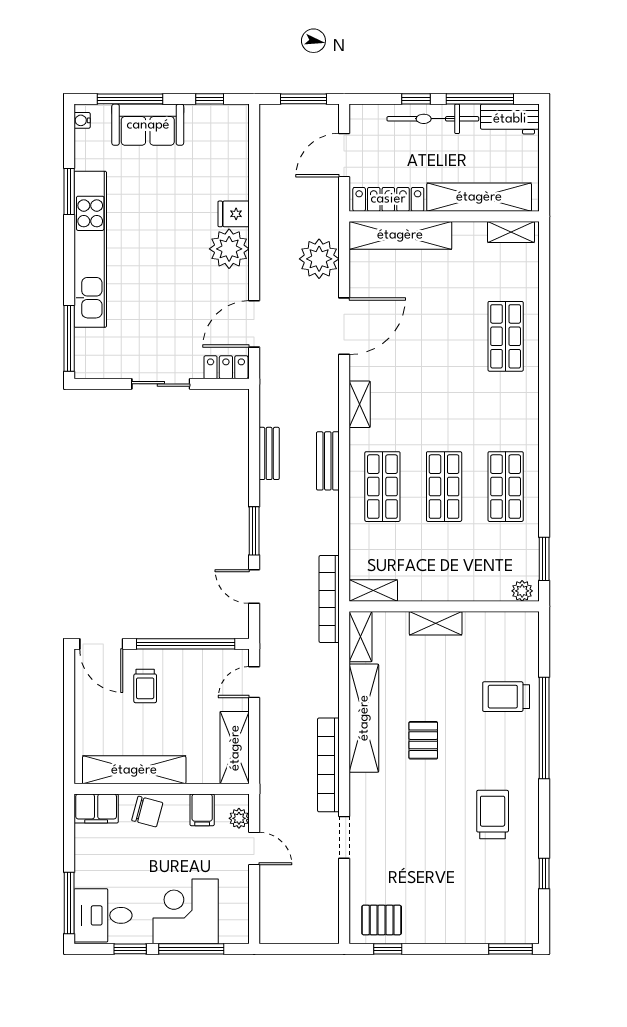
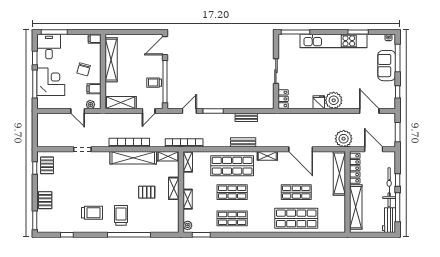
fridge: (234, 214) -> (319, 102), moved
shelving: (511, 232) -> (188, 199), moved
plant: (319, 259) -> (344, 139), moved
door: (254, 324) -> (369, 111), moved
shop shelf: (444, 336) -> (296, 192), added
shop shelf: (506, 336) -> (296, 218), width x1.43, depth x1.36
shop shelf: (382, 487) -> (232, 166), width x1.43, depth x1.36
door: (254, 682) -> (149, 111), swing flipped
trolley: (145, 686) -> (154, 83), moved
trolley: (506, 697) -> (121, 215), moved
pallet: (423, 740) -> (147, 192), moved
bookcase: (328, 765) -> (129, 143), moved
filing cabinet: (96, 809) -> (95, 39), width x0.50
chair: (147, 812) -> (84, 69), moved
door: (254, 849) -> (78, 111), hinge flipped
pallet: (463, 924) -> (45, 200), added

